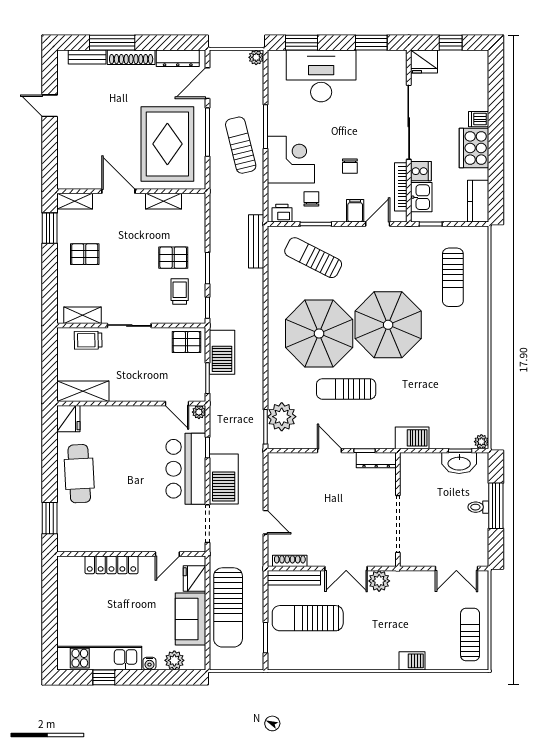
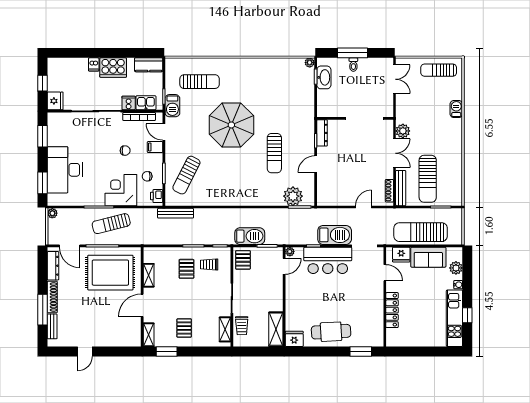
parasol: (319, 333) -> (237, 171), removed
barbecue: (412, 438) -> (172, 106), moved, turned 180
sun lounger: (228, 607) -> (421, 232), turned 180

